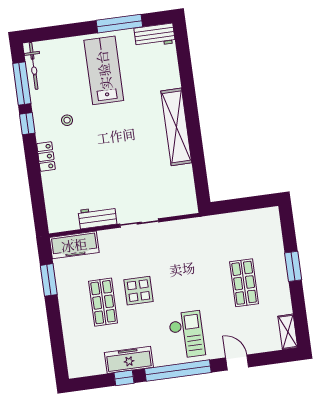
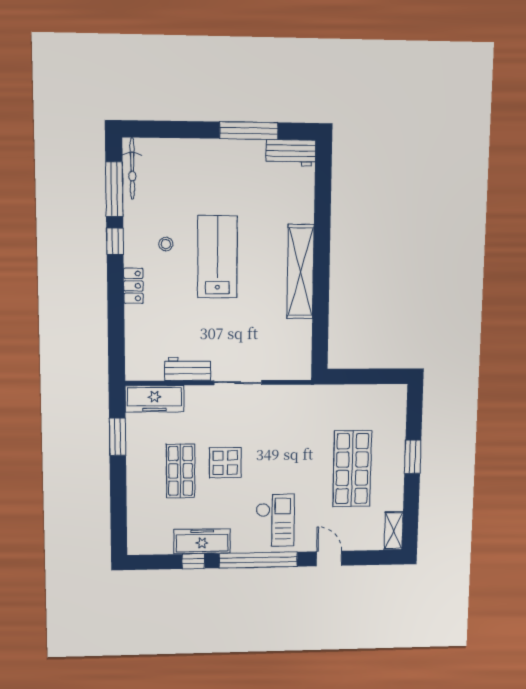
lab bench: (104, 70) -> (217, 257), moved
shop shelf: (244, 283) -> (352, 469), width x1.43, depth x1.36

